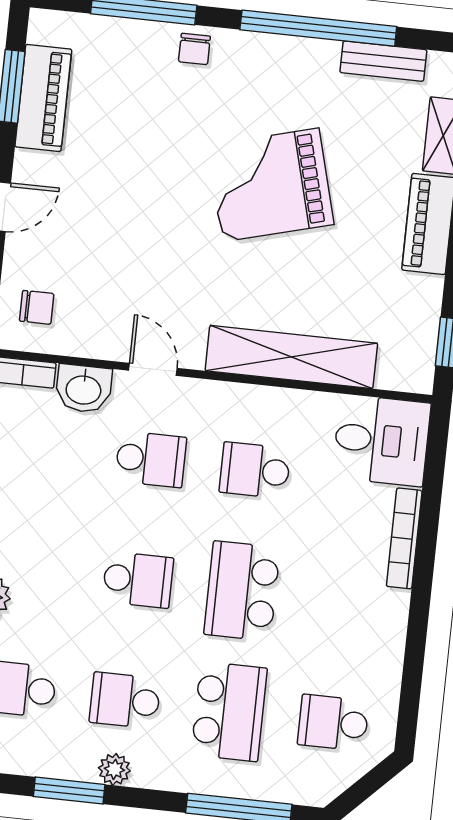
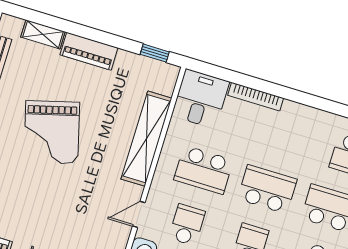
school desk: (255, 470) -> (204, 170), width x1.85
school desk: (242, 591) -> (267, 189), turned 180

